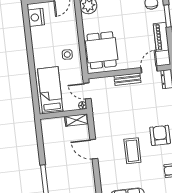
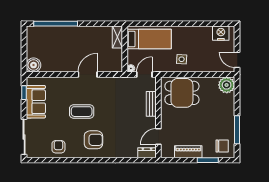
door: (149, 69) -> (158, 137), swing flipped
bench: (127, 79) -> (151, 104), moved
shelving: (77, 120) -> (117, 37), moved

